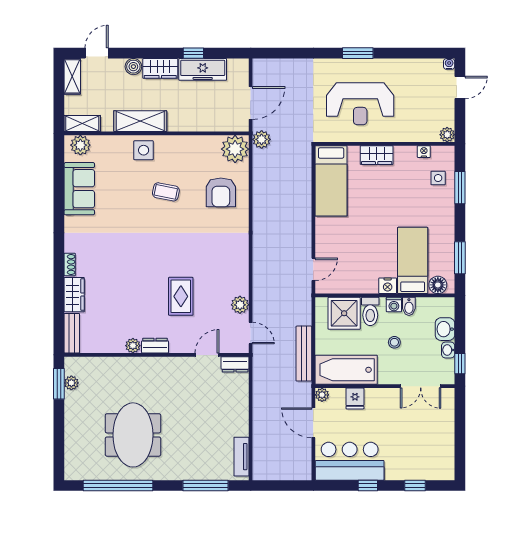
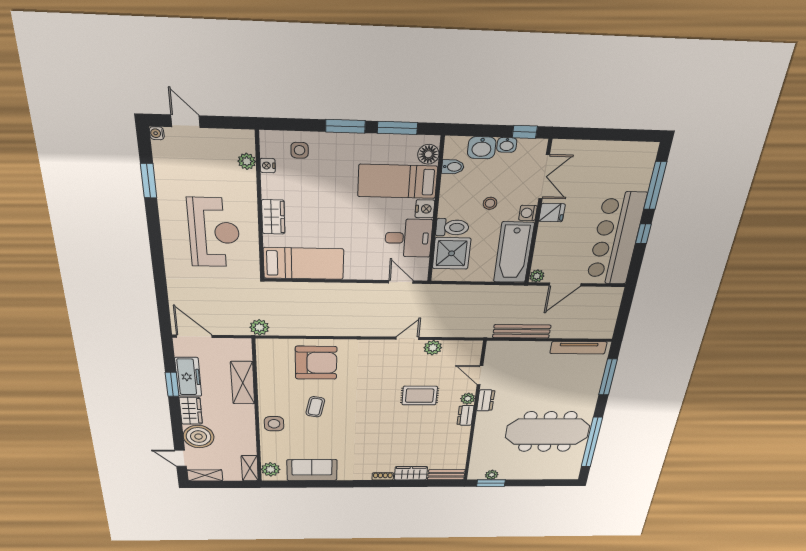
window: (193, 53) -> (172, 384), width x1.50
window: (358, 53) -> (149, 181), moved
boiler: (133, 67) -> (199, 437), width x1.86, depth x1.86
door: (251, 103) -> (194, 336), moved
shelving: (140, 121) -> (243, 383), moved
plant: (447, 135) -> (247, 161), moved
plant: (235, 149) -> (270, 350), removed
window: (460, 188) -> (345, 126), moved
armchair: (221, 192) -> (316, 363), width x1.36, depth x1.36
desk: (359, 273) -> (409, 238), added
washing machine: (394, 305) -> (528, 213), moved, turned 180
bidet: (409, 306) -> (453, 167), moved
door: (251, 333) -> (407, 338), moved
plant: (133, 346) -> (468, 399), moved
bench: (304, 354) -> (522, 331), moved
dresser: (235, 364) -> (486, 400), moved
fridge: (355, 398) -> (552, 213), moved
meeting table: (133, 435) -> (547, 432), width x1.36
tv unit: (241, 457) -> (578, 348), width x1.41
bar counter: (350, 461) -> (616, 239), width x1.36
window: (415, 486) -> (655, 186), width x2.17

